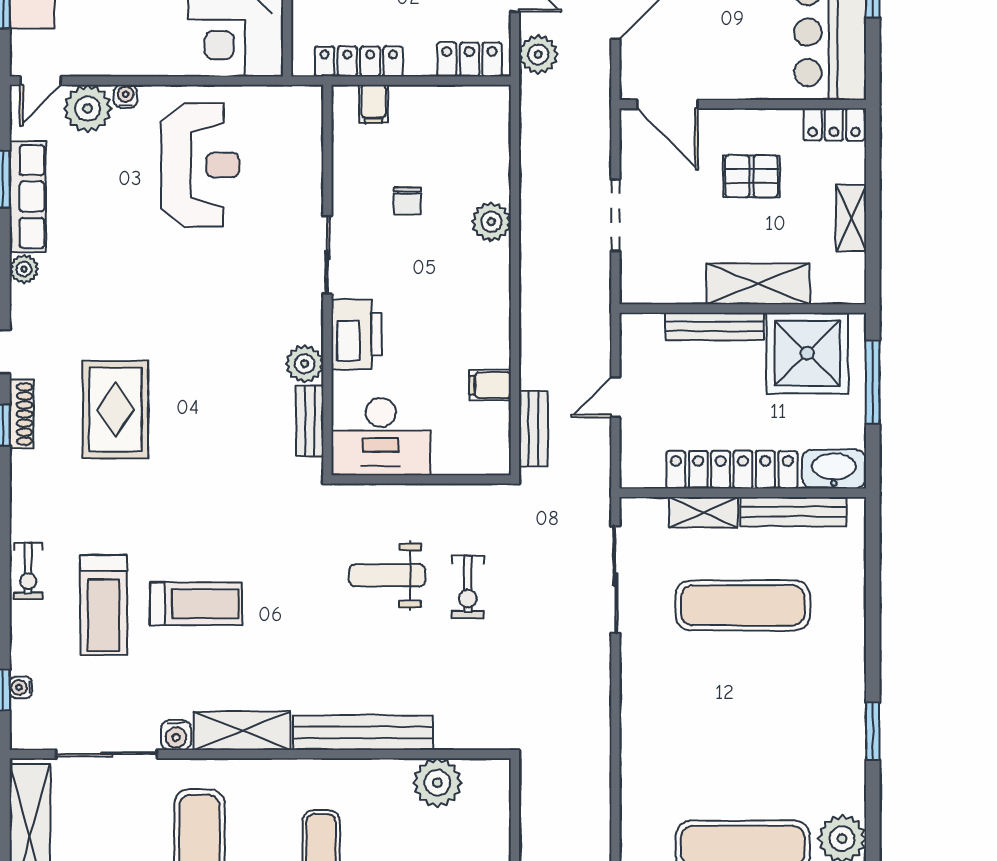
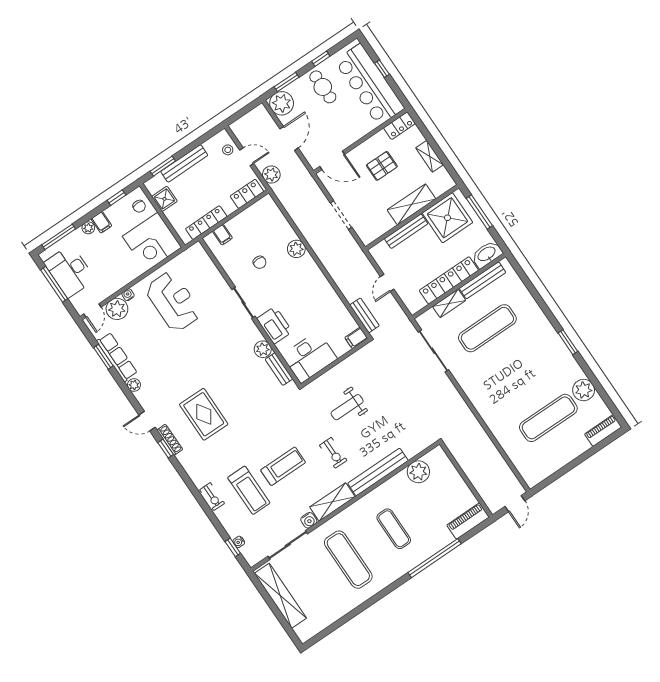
filing cabinet: (490, 385) -> (356, 338), moved
exercise bike: (468, 587) -> (333, 453), moved

